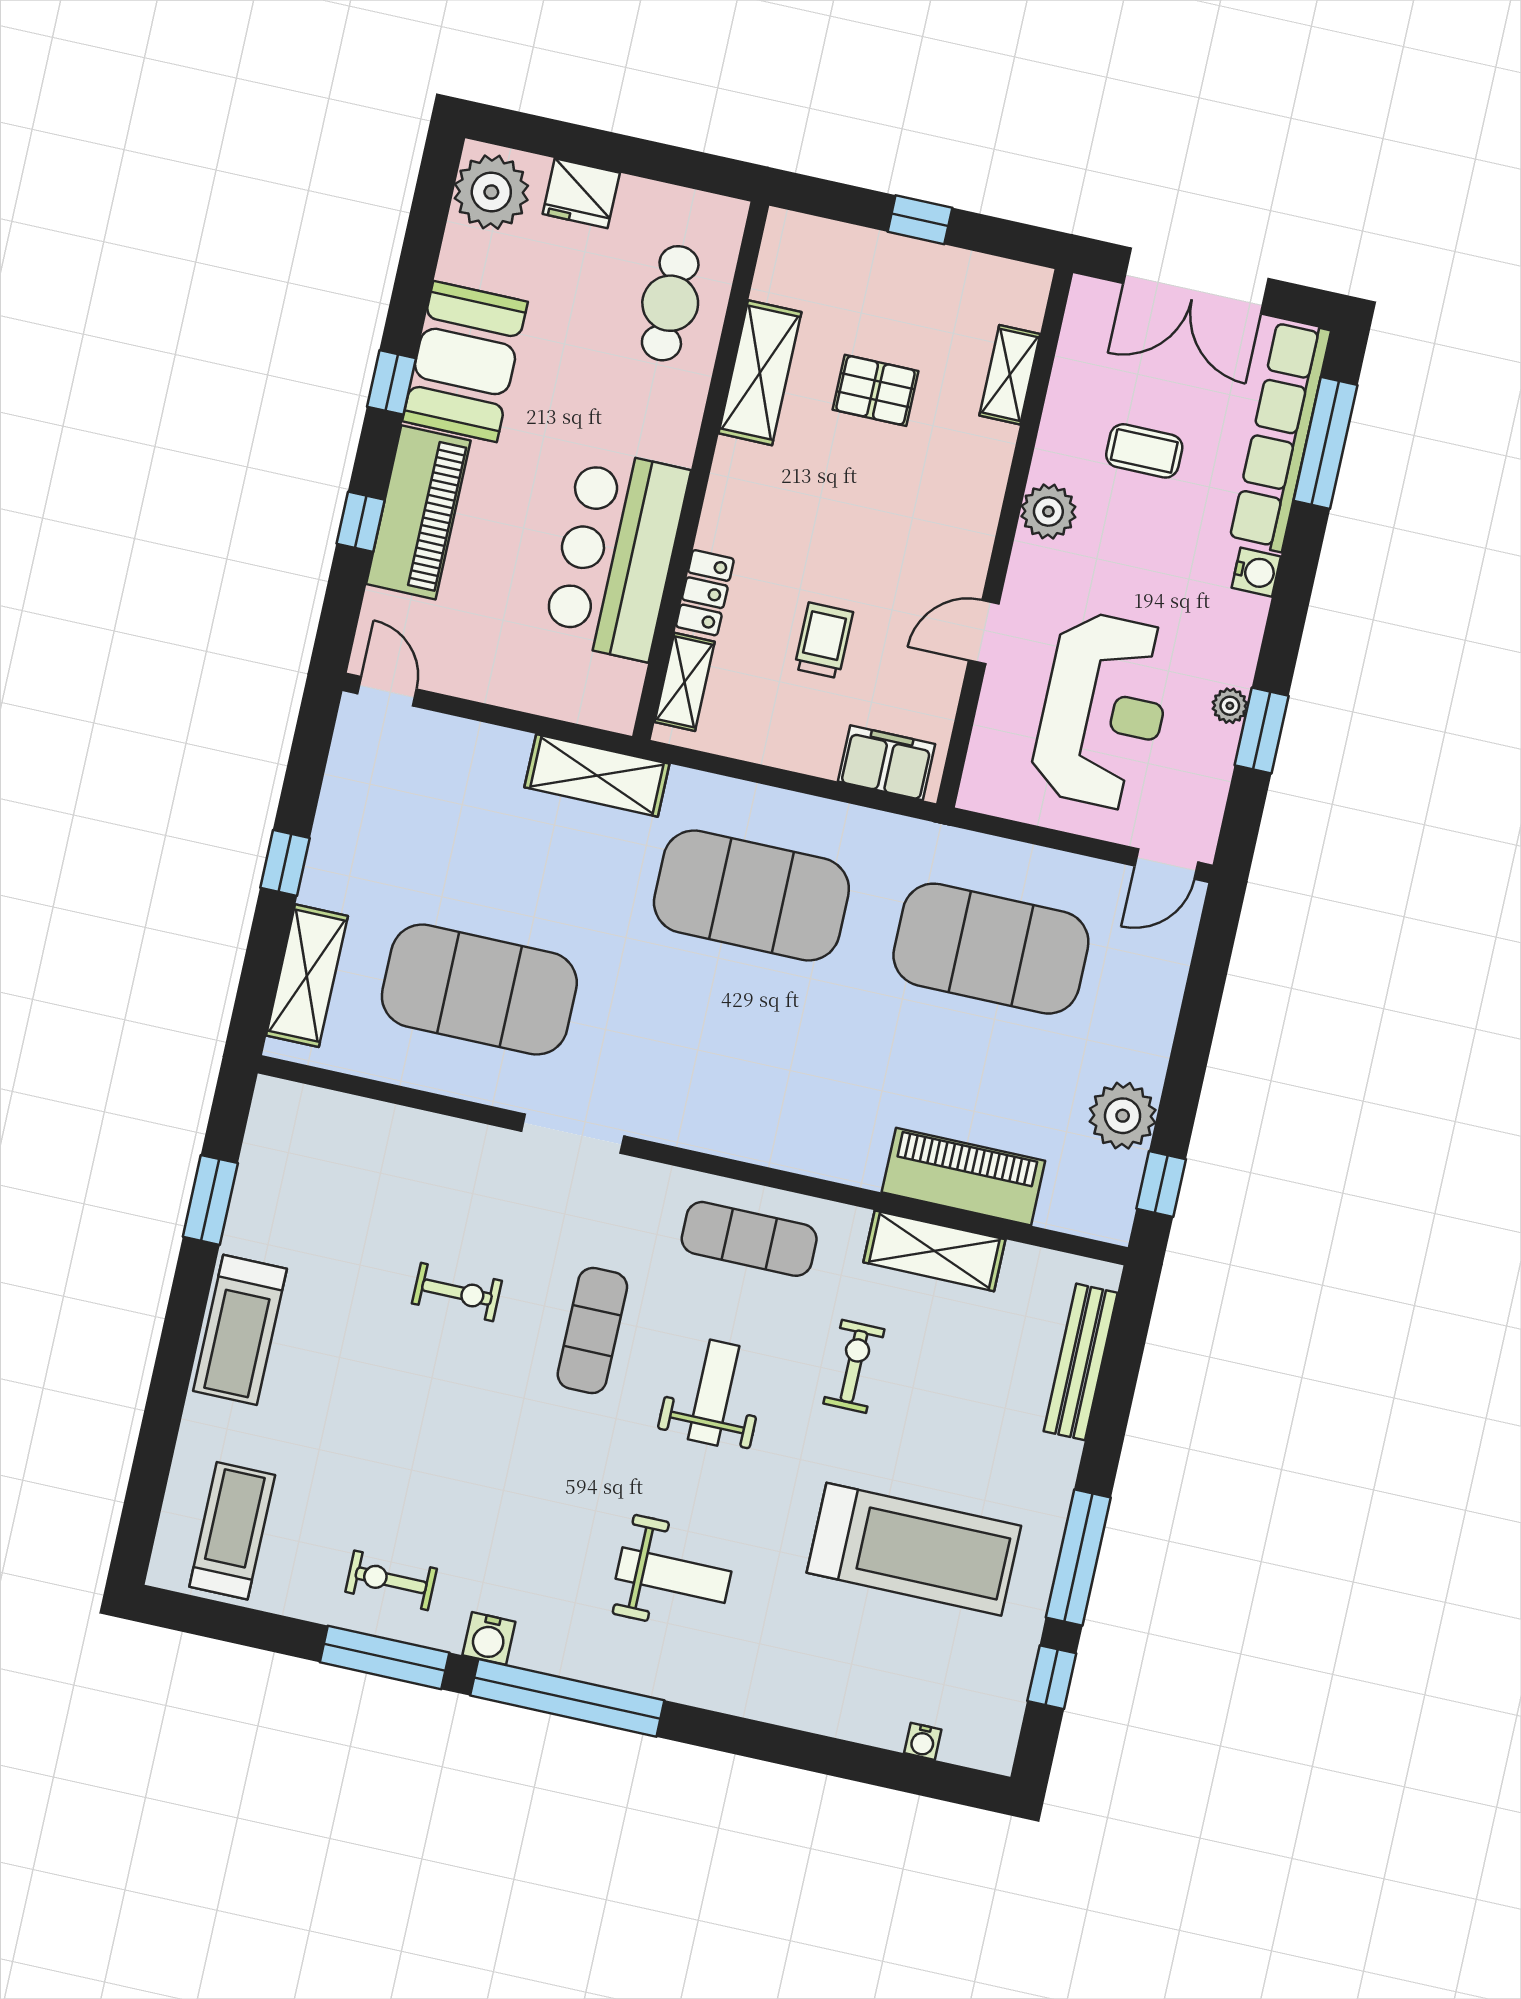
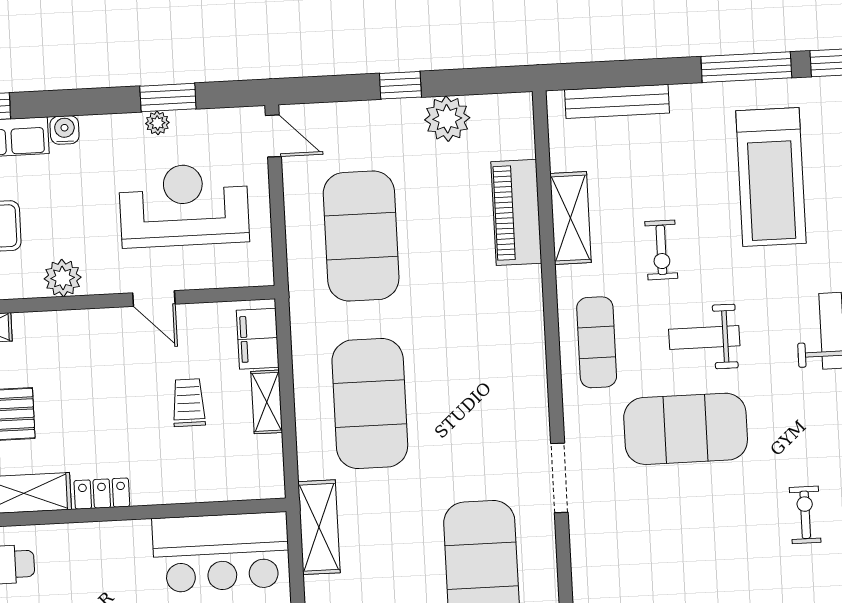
bar counter: (616, 555) -> (221, 552), moved
locker: (705, 593) -> (102, 494), moved
trolley: (824, 640) -> (189, 403), turned 90
shelving: (685, 682) -> (267, 402), moved, turned 90
window: (1161, 1184) -> (400, 85), moved
exercise bike: (457, 1292) -> (805, 515), moved
exercise mat: (592, 1331) -> (686, 429), width x2.00, depth x1.45
exercise bike: (854, 1366) -> (661, 250), turned -90
treadmill: (914, 1549) -> (771, 177), turned 180

